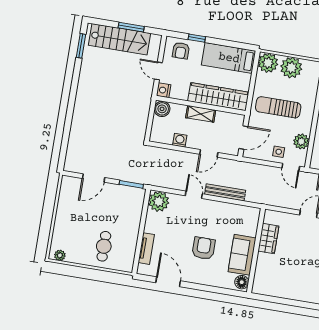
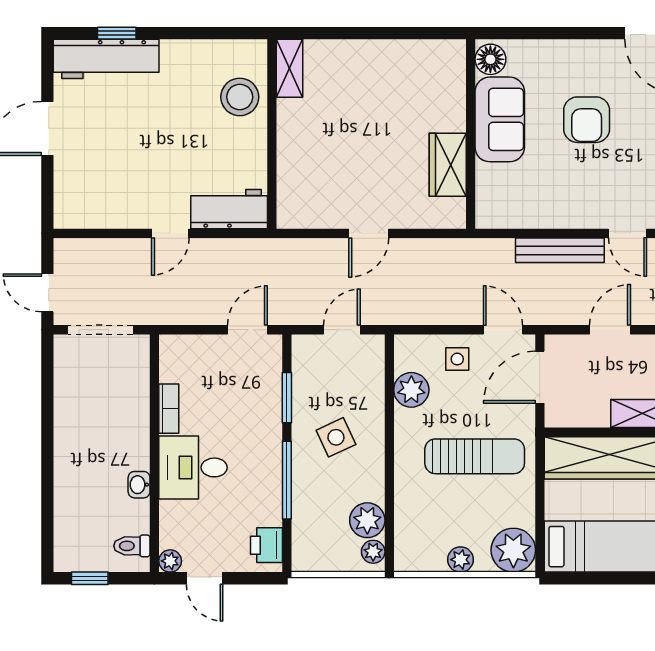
plant: (291, 68) -> (460, 560), width x0.53, depth x0.53
door: (291, 167) -> (503, 330), moved

